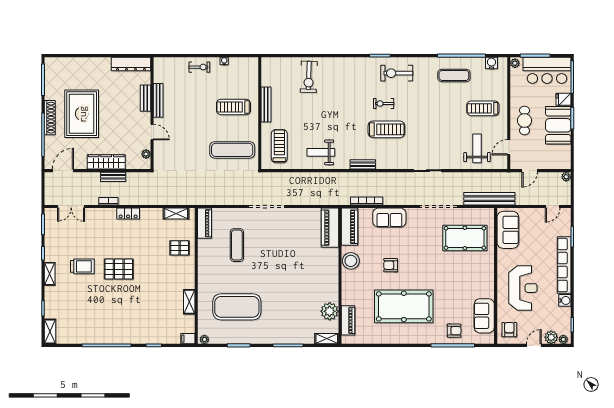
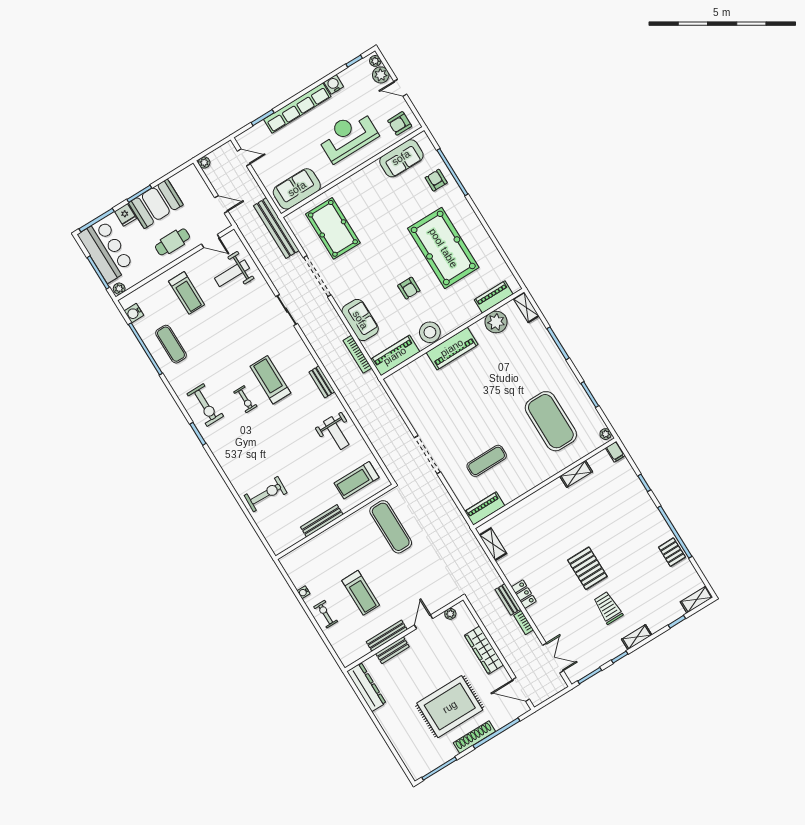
treadmill: (233, 107) -> (361, 593), moved
bench: (113, 177) -> (508, 599), moved
piano: (330, 228) -> (452, 348), moved
pallet: (180, 248) -> (672, 552), moved

